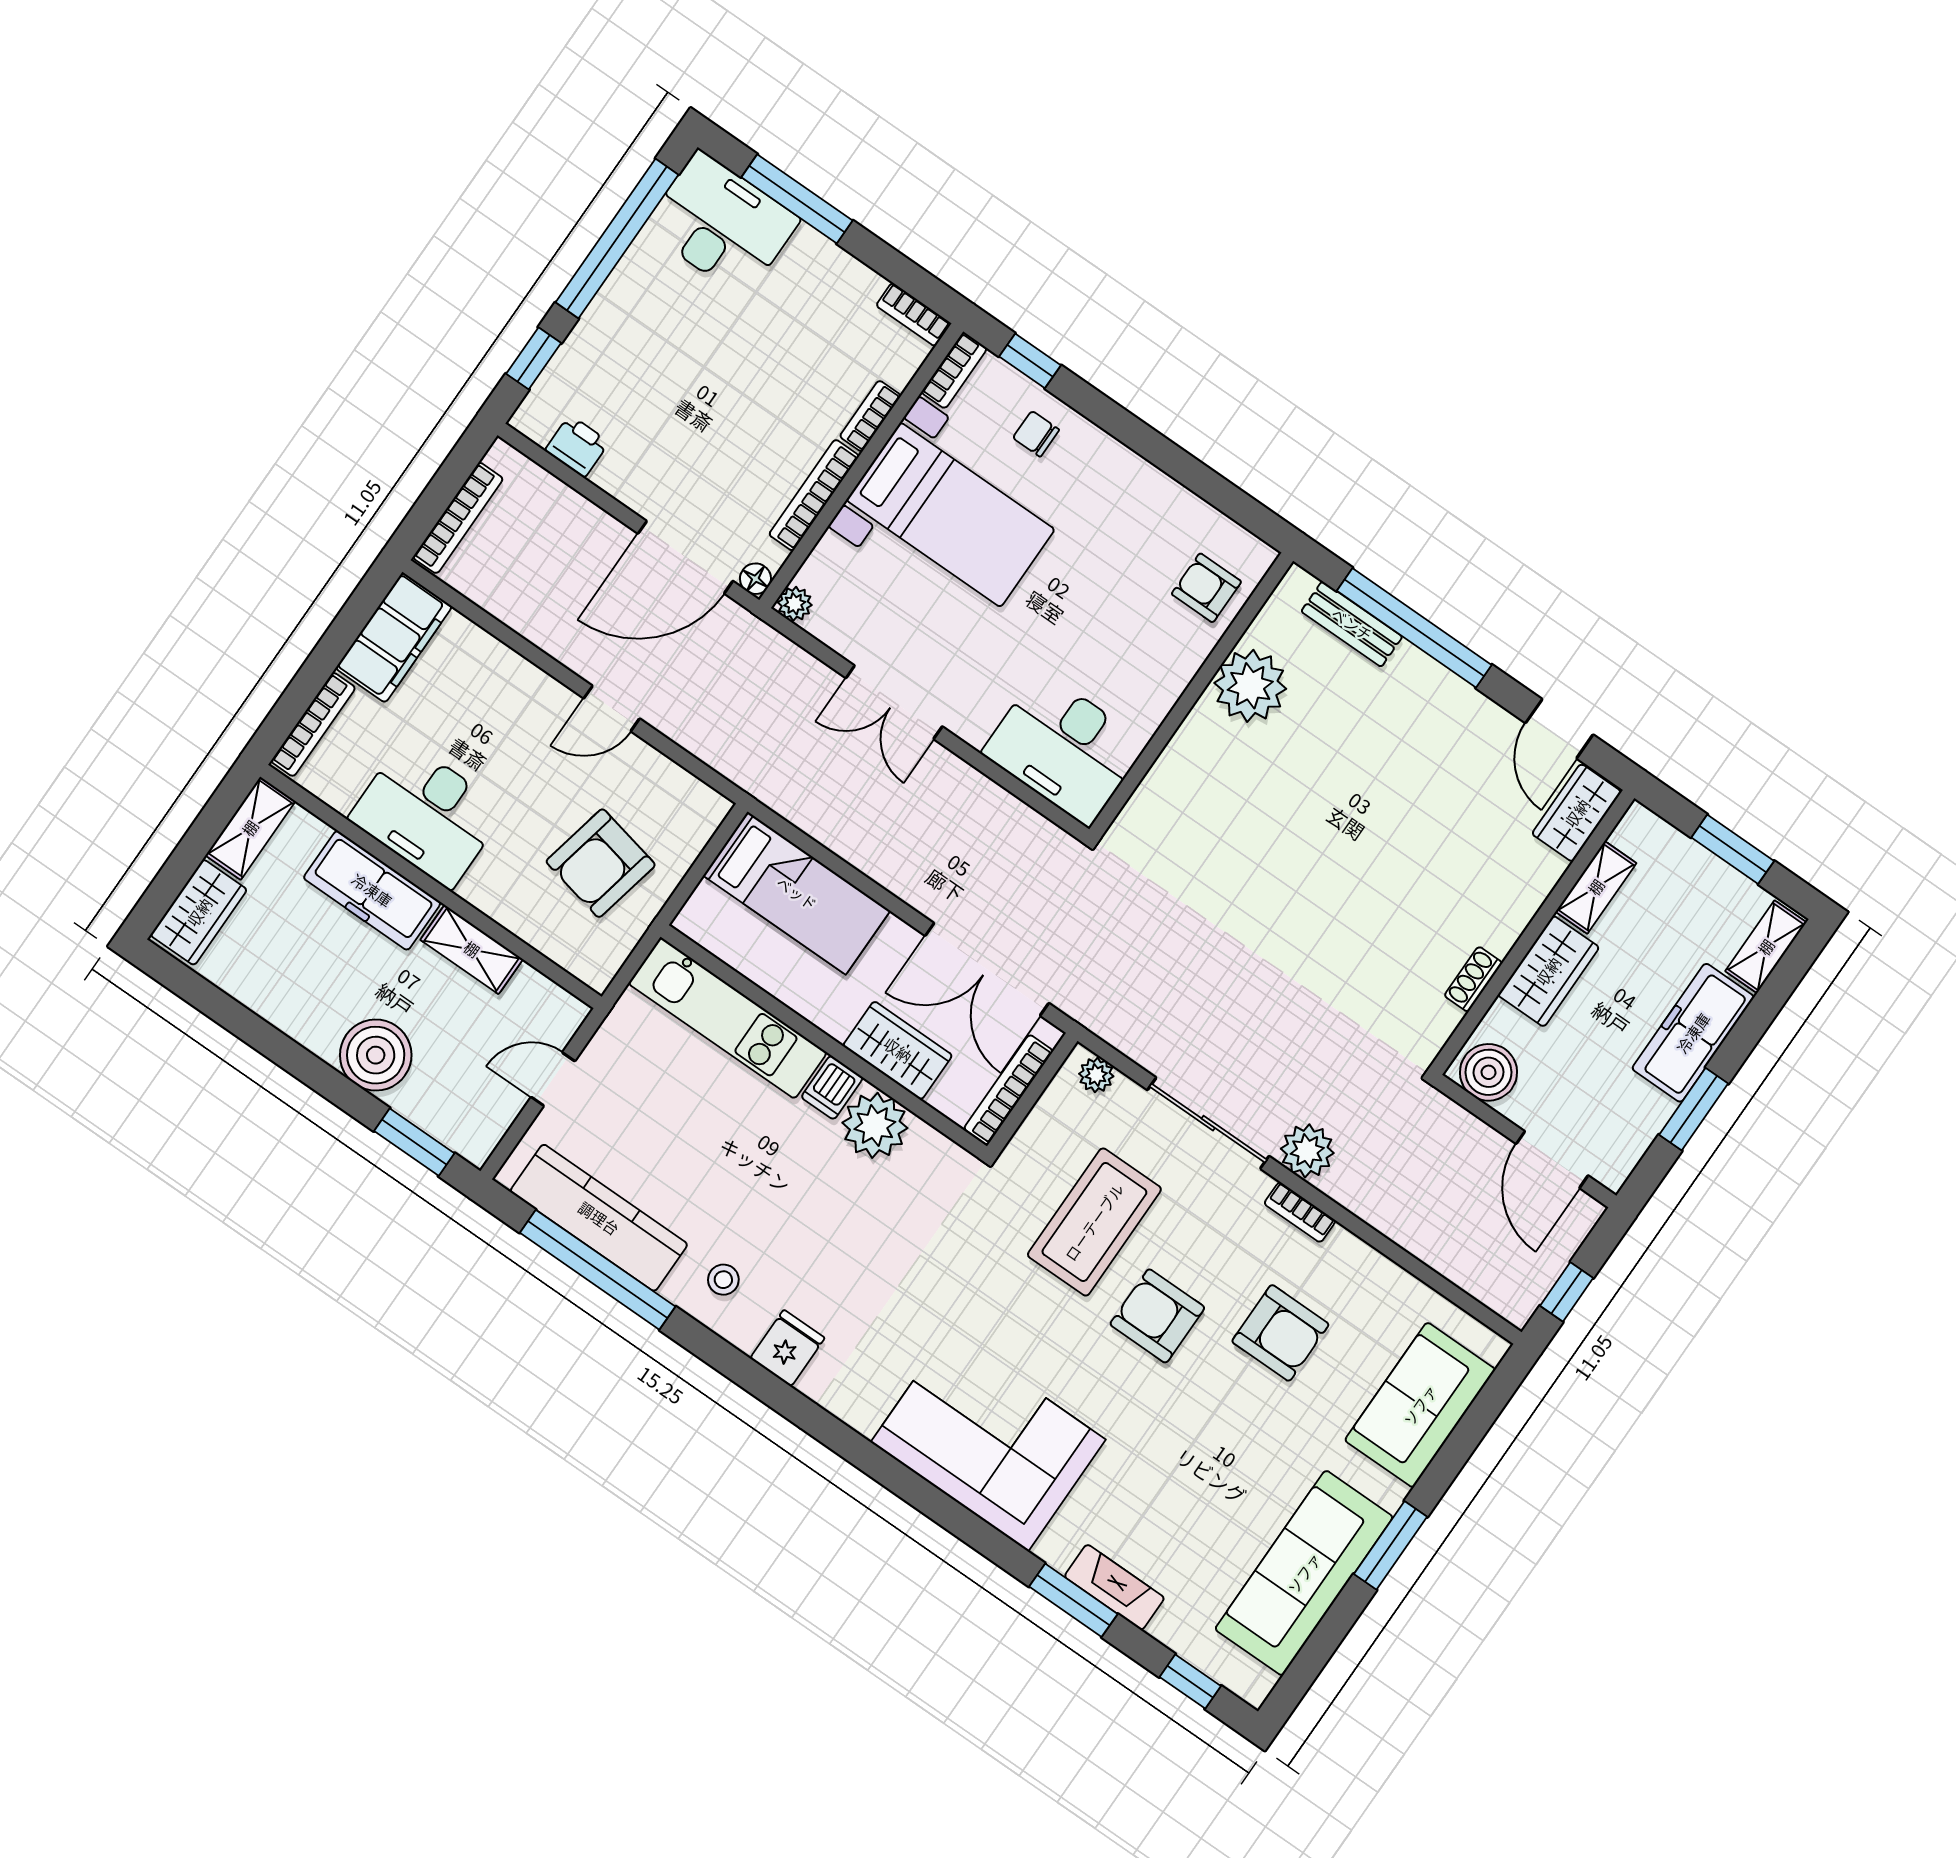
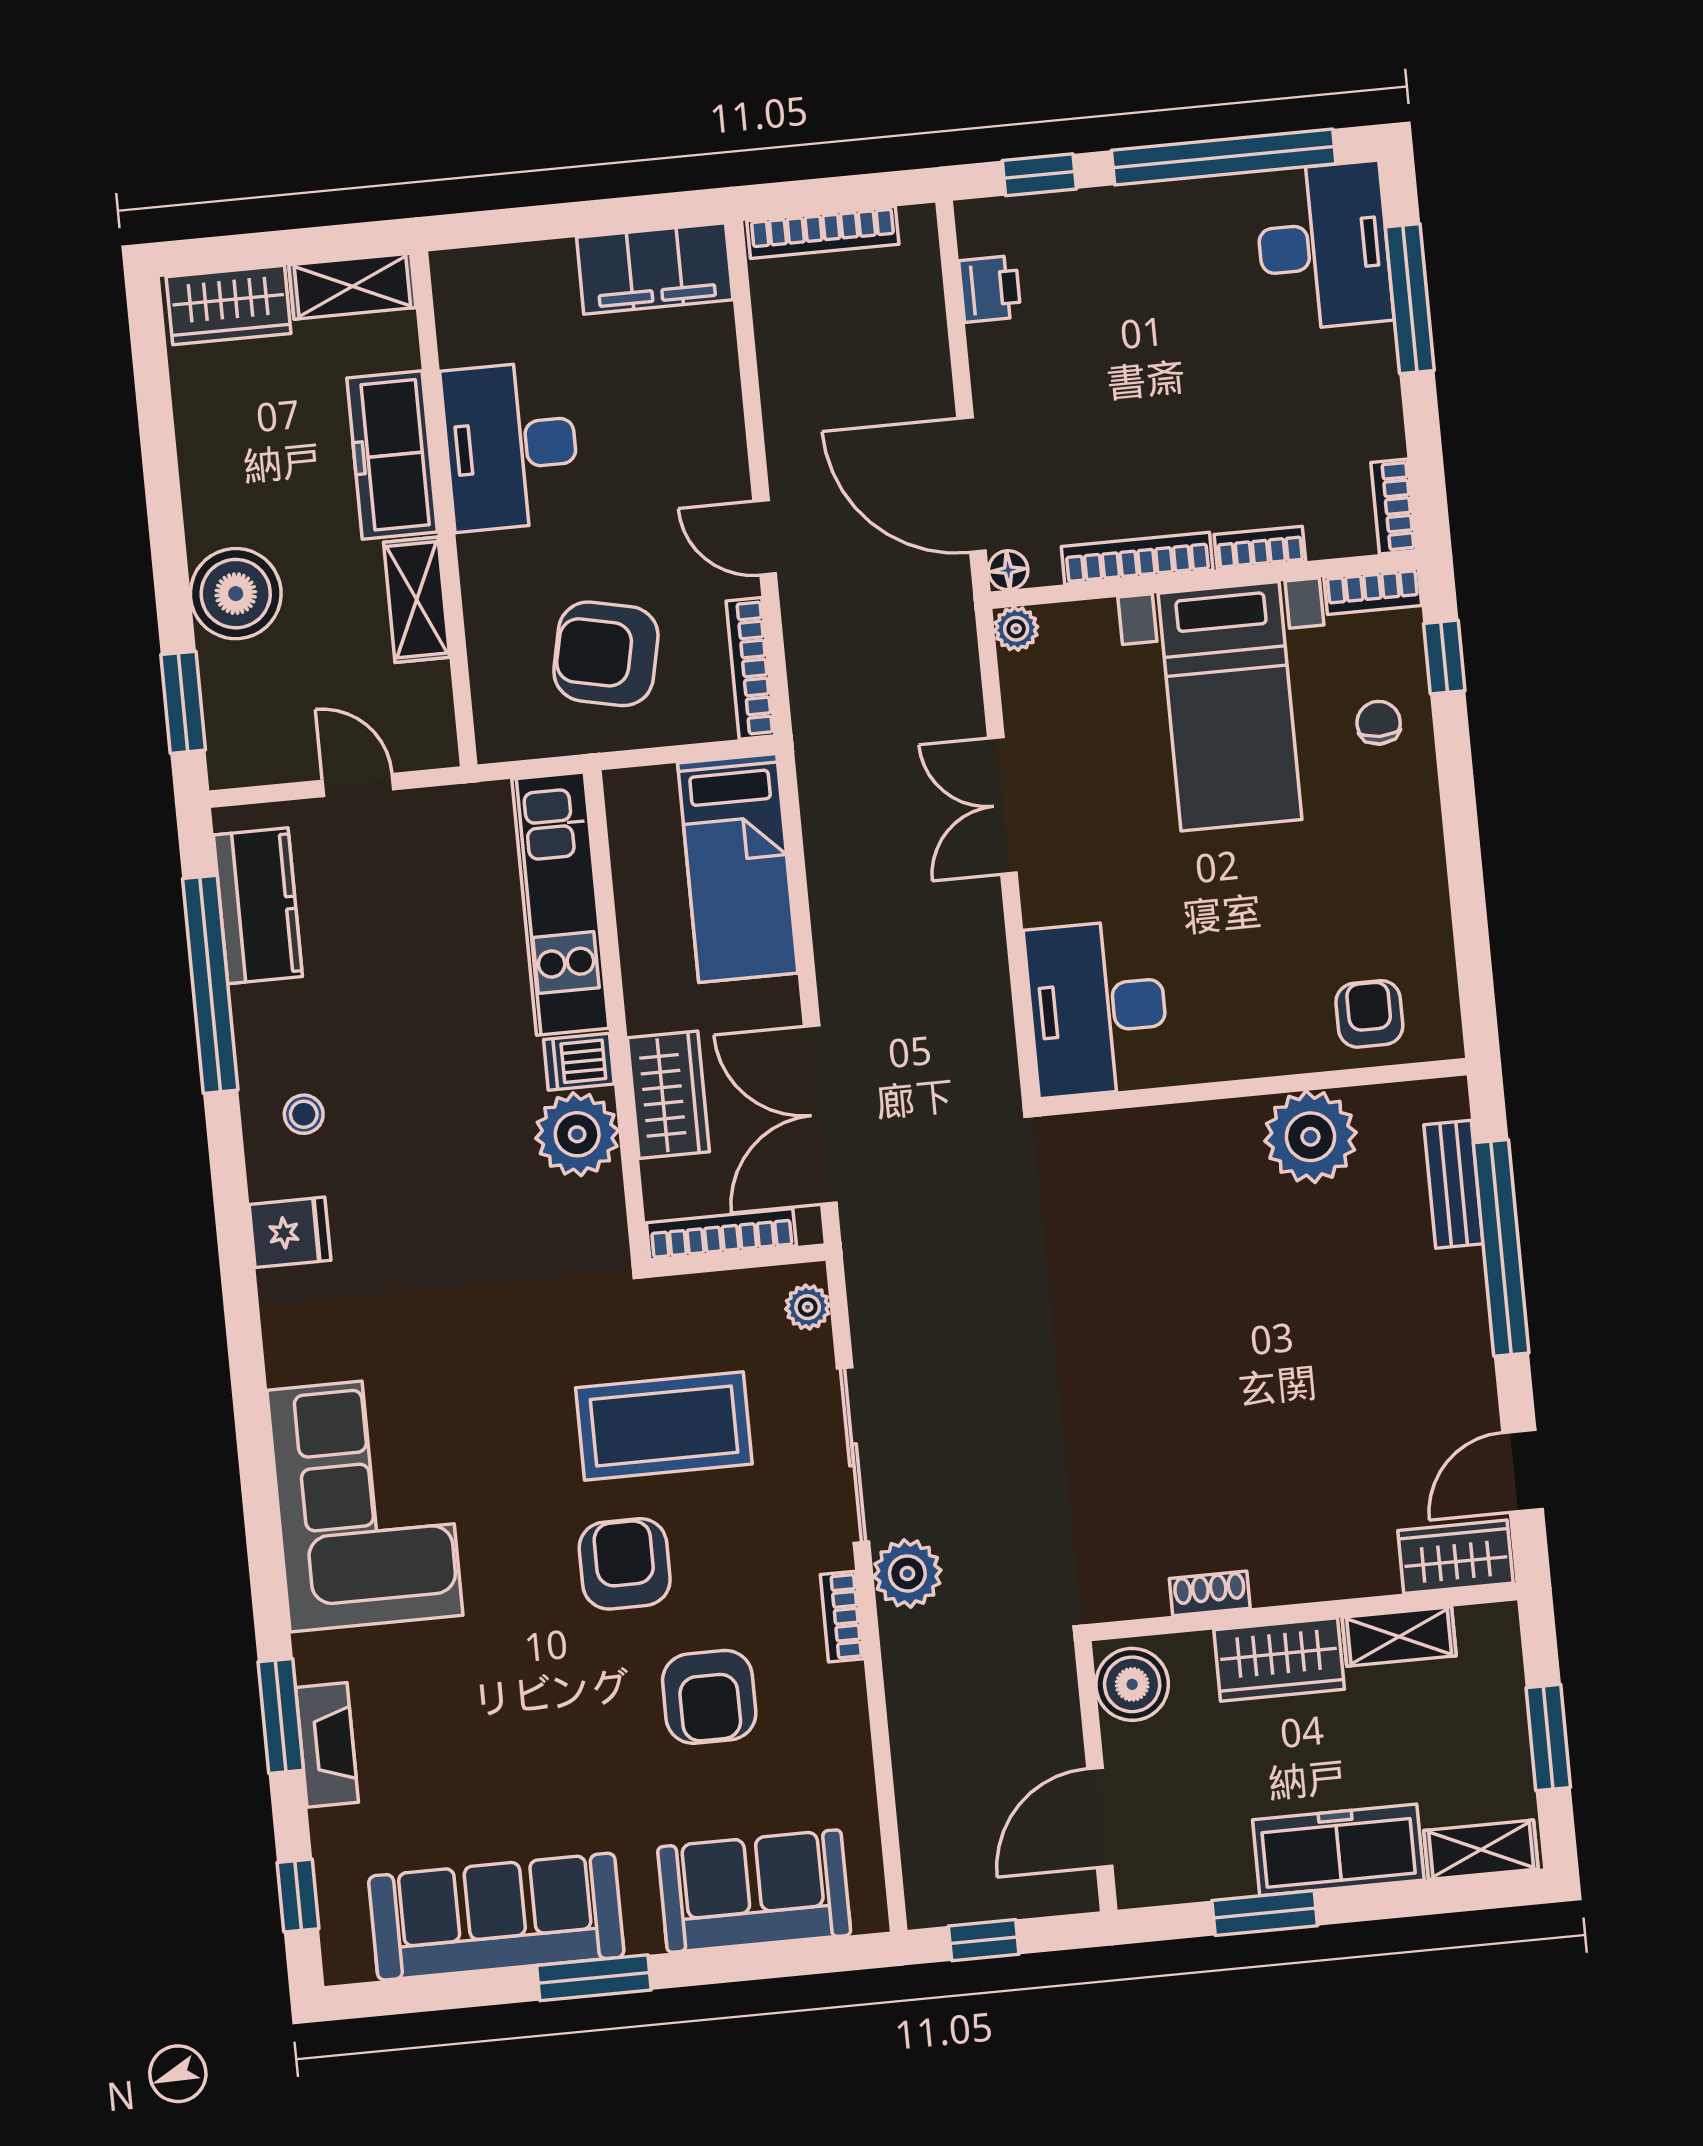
bookcase: (313, 724) -> (751, 668), moved, turned 90
kitchen counter: (599, 1218) -> (258, 906), width x0.67

